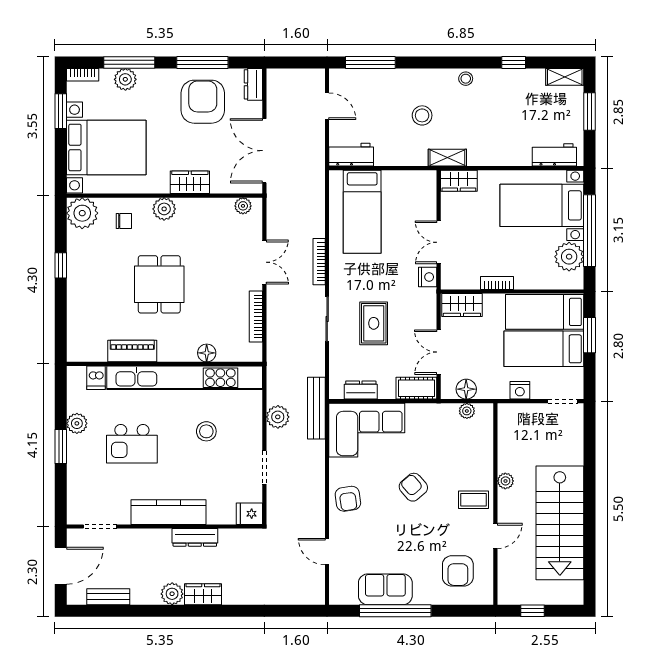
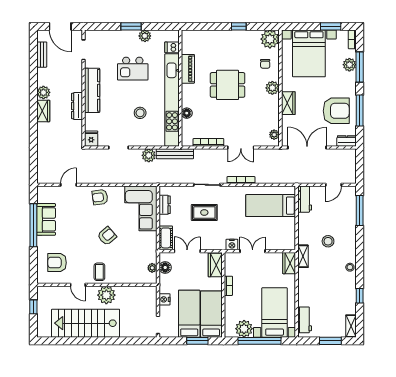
bench: (316, 408) -> (175, 154), moved
kitchen island: (132, 444) -> (133, 69), turned -90
plant: (505, 481) -> (106, 295), width x1.88, depth x1.88

